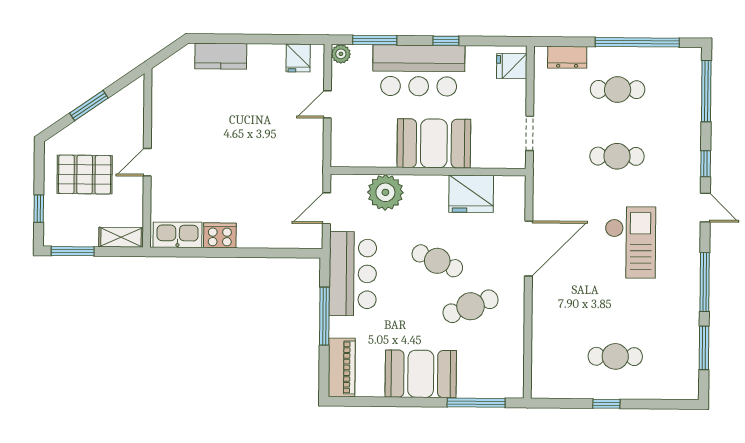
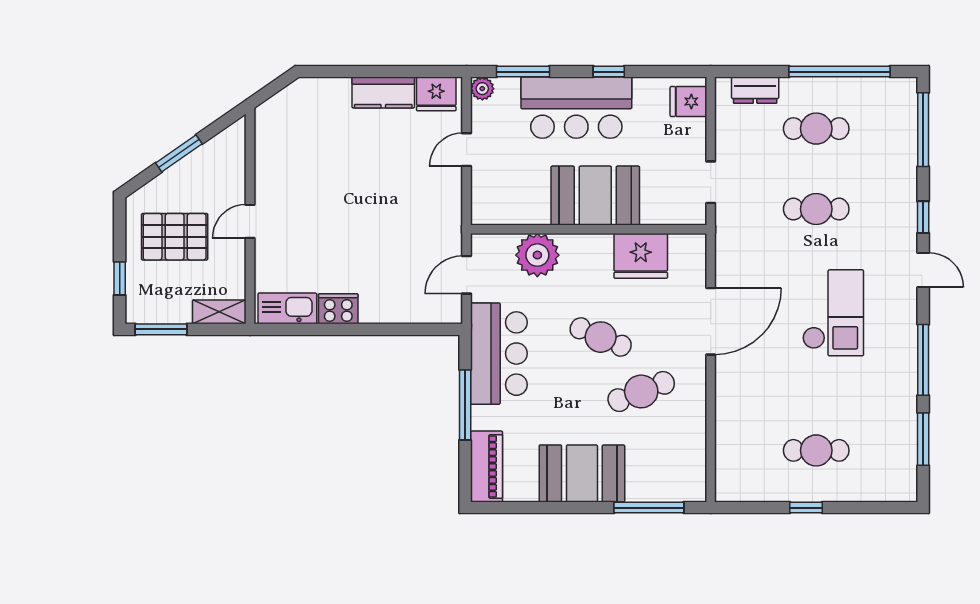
kitchen counter: (221, 56) -> (383, 93), moved
fridge: (298, 58) -> (436, 94), width x1.38

